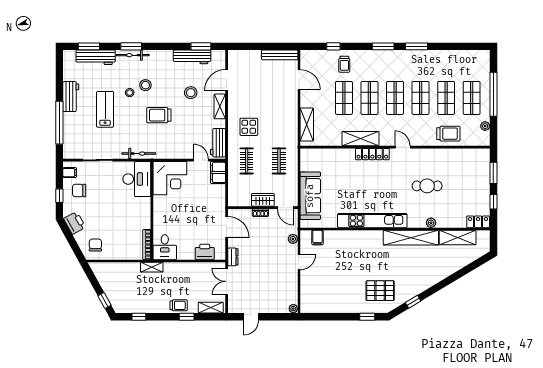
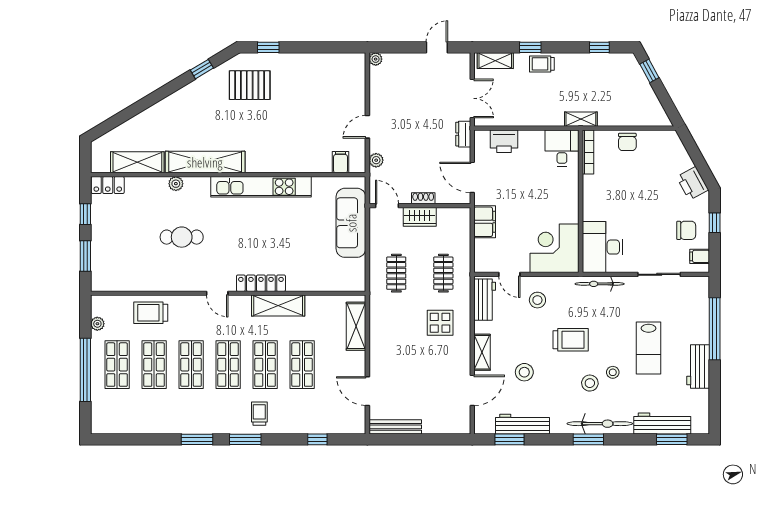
window: (131, 46) -> (588, 439), moved
bicycle: (133, 55) -> (600, 424), width x1.37, depth x1.40
trolley: (344, 64) -> (259, 414), moved
stool: (182, 142) -> (537, 300), added
filing cabinet: (218, 172) -> (485, 222), moved
chair: (95, 245) -> (627, 142), moved

